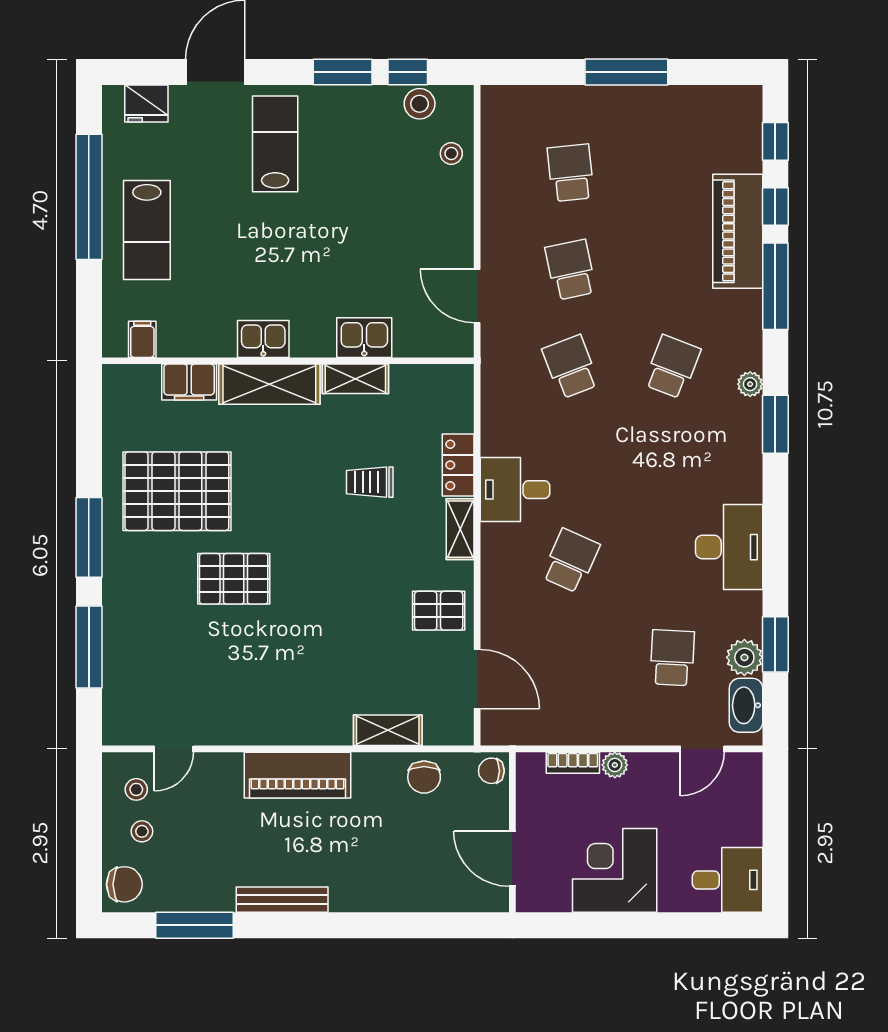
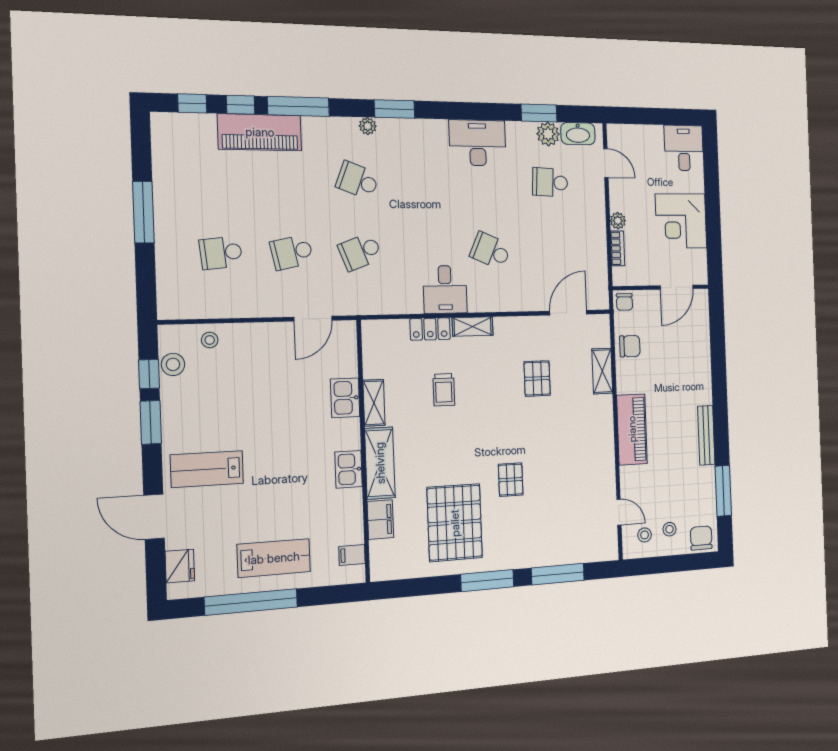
pallet: (234, 579) -> (511, 480), width x0.67, depth x0.71
pallet: (439, 611) -> (537, 378), moved

